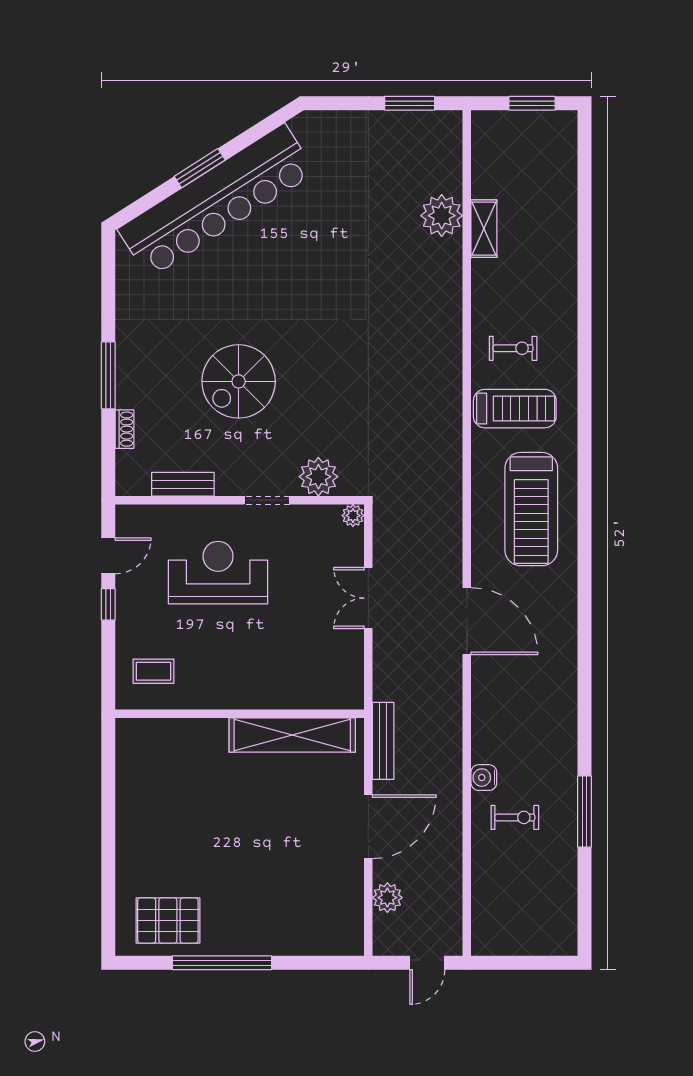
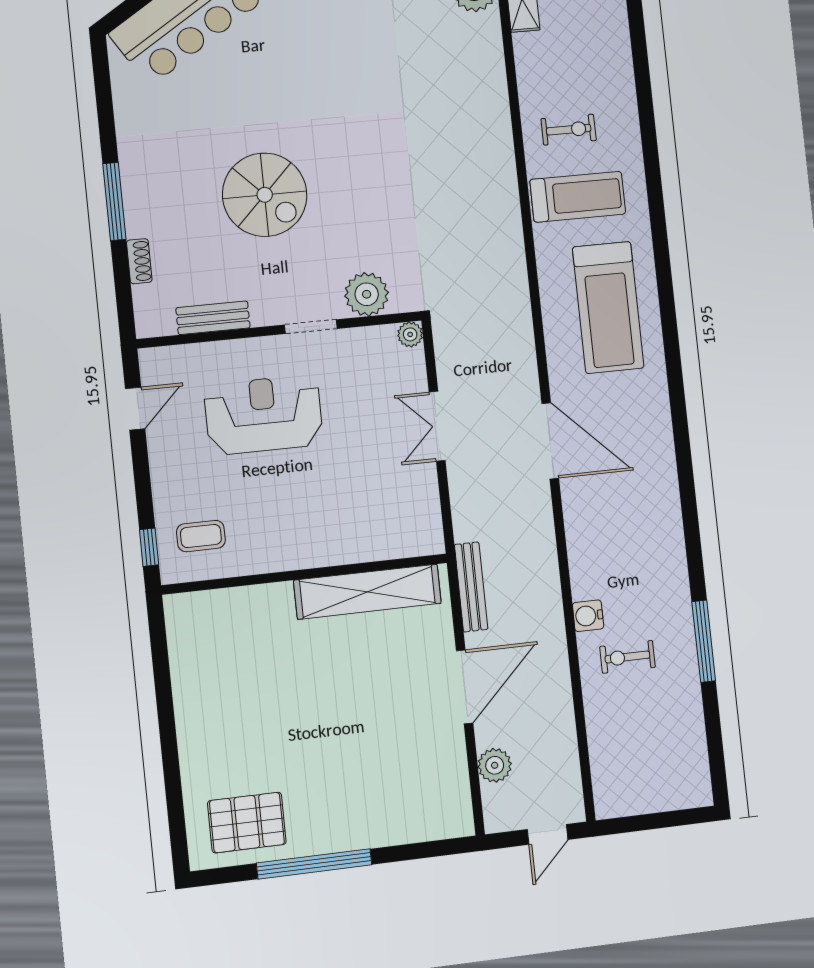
spiral stairs: (239, 381) -> (265, 195), turned -90
window: (108, 604) -> (149, 547), moved
exercise bike: (515, 817) -> (627, 657), turned 180

